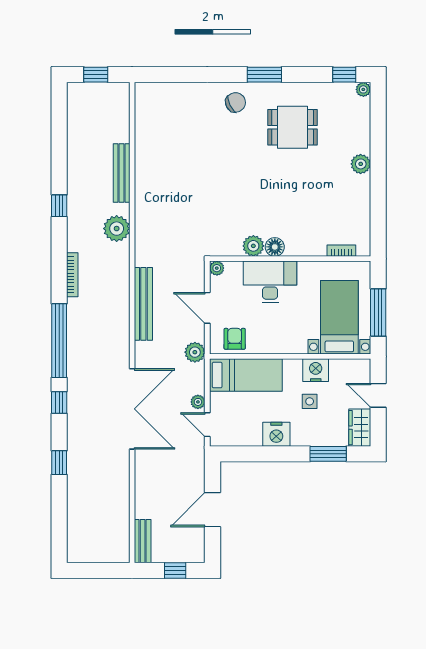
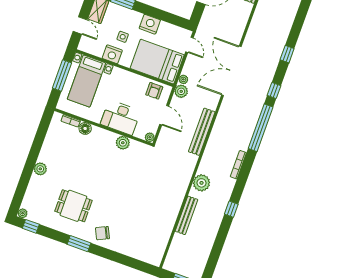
floor lamp: (275, 247) -> (85, 128), moved
bed: (246, 375) -> (157, 62), width x1.50
plant: (198, 402) -> (183, 79), moved

